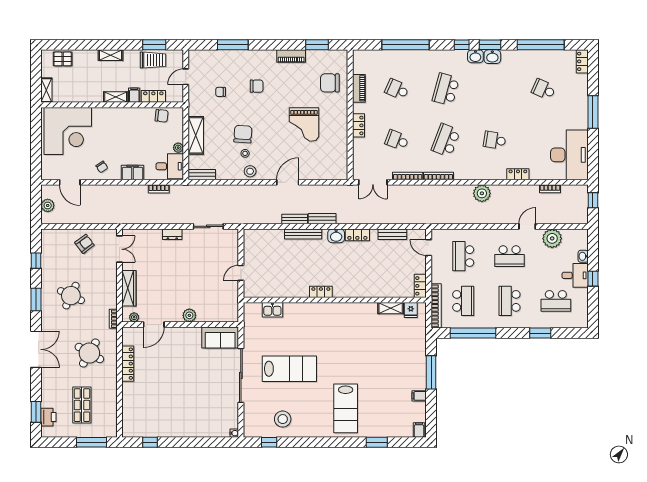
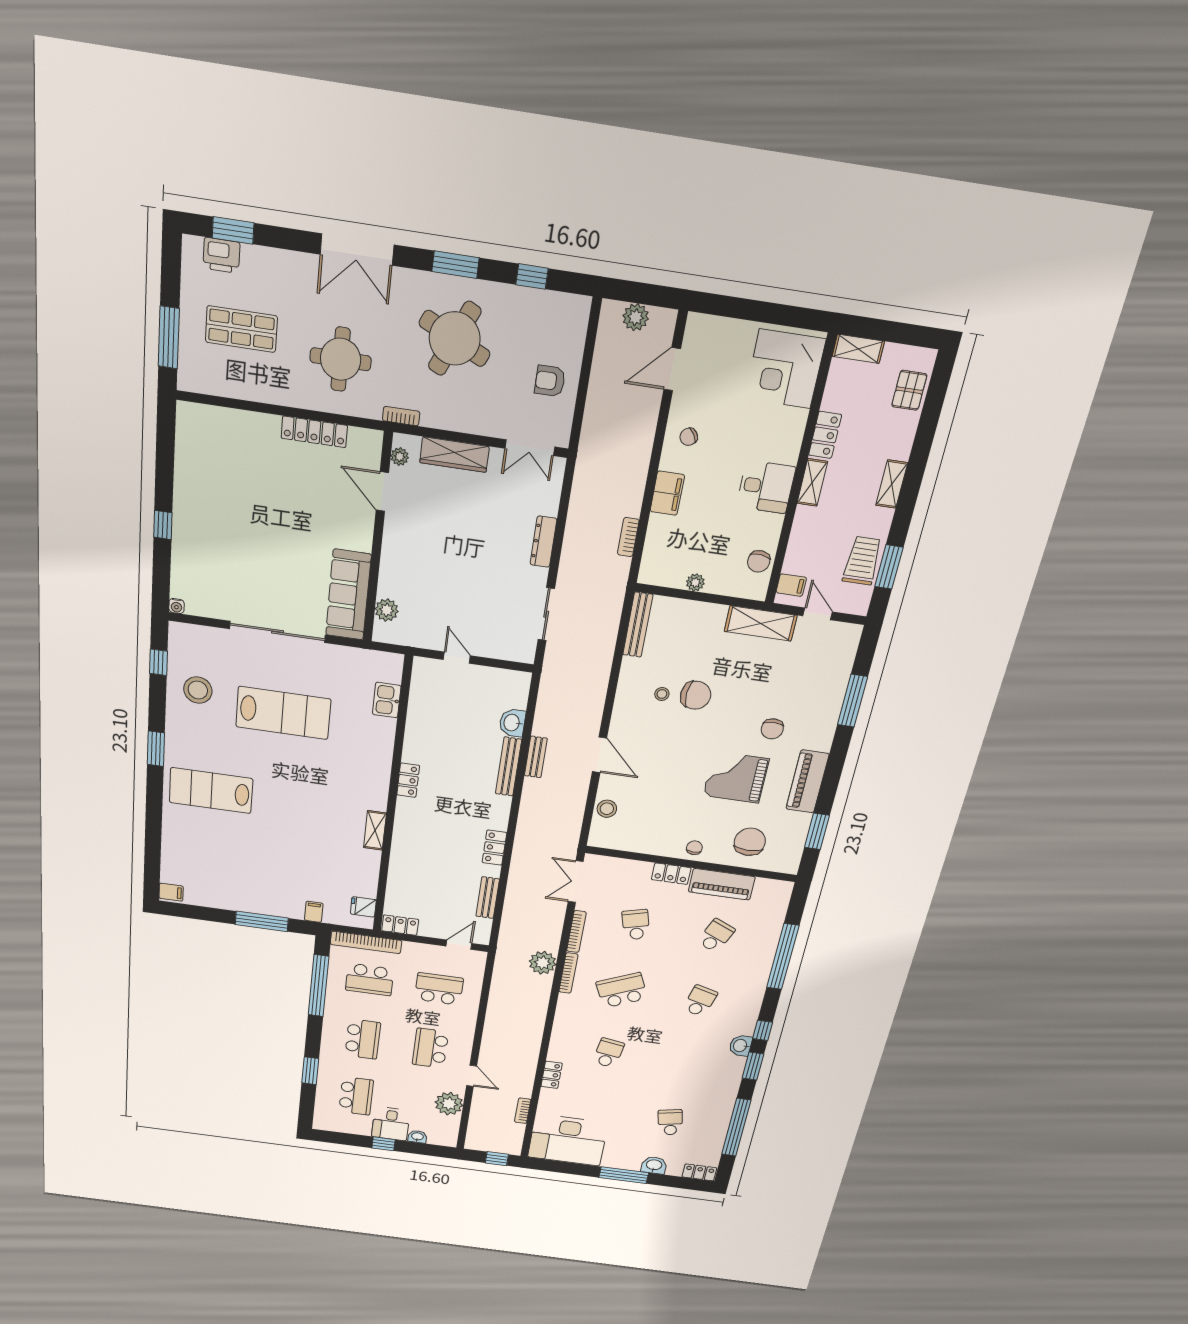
piano: (291, 56) -> (807, 781), width x1.37, depth x1.33
washbasin: (492, 57) -> (654, 1165), moved, turned 90
trolley: (153, 60) -> (862, 561), turned 180
piano: (359, 88) -> (722, 884), width x1.37, depth x1.33
school desk: (446, 89) -> (700, 1001), width x0.54
school desk: (544, 89) -> (670, 1122), turned -36
chair: (221, 92) -> (694, 848), moved
filing cabinet: (134, 95) -> (791, 585), moved
locker: (153, 96) -> (825, 435), moved
grand piano: (304, 124) -> (736, 777), moved
corner desk: (68, 131) -> (785, 369), width x0.74, depth x0.74
shelving: (196, 135) -> (761, 623), moved
school desk: (397, 140) -> (636, 925), turned -36
school desk: (446, 140) -> (622, 990), turned -45
desk: (170, 166) -> (766, 487), moved, turned -90
stool: (250, 171) -> (607, 809), moved
bench: (202, 175) -> (638, 625), width x1.36
plant: (482, 193) -> (543, 963), moved
bench: (322, 219) -> (529, 799), removed
dresser: (172, 234) -> (543, 542), width x1.44
washbasin: (336, 236) -> (512, 723), moved
armchair: (85, 244) -> (550, 381), turned 127
round table: (71, 296) -> (455, 339), width x1.36, depth x1.36
school desk: (510, 301) -> (363, 1039), turned 90
school desk: (556, 301) -> (356, 1096), turned 180
shelving: (391, 308) -> (375, 830), moved
plant: (189, 315) -> (387, 610), moved
sofa: (220, 338) -> (348, 595), width x1.36
round table: (89, 353) -> (341, 359), turned -30
lab bench: (289, 369) -> (283, 713), turned -90
filing cabinet: (419, 396) -> (314, 912), moved
window: (150, 442) -> (163, 525), moved
window: (377, 442) -> (156, 749), moved

